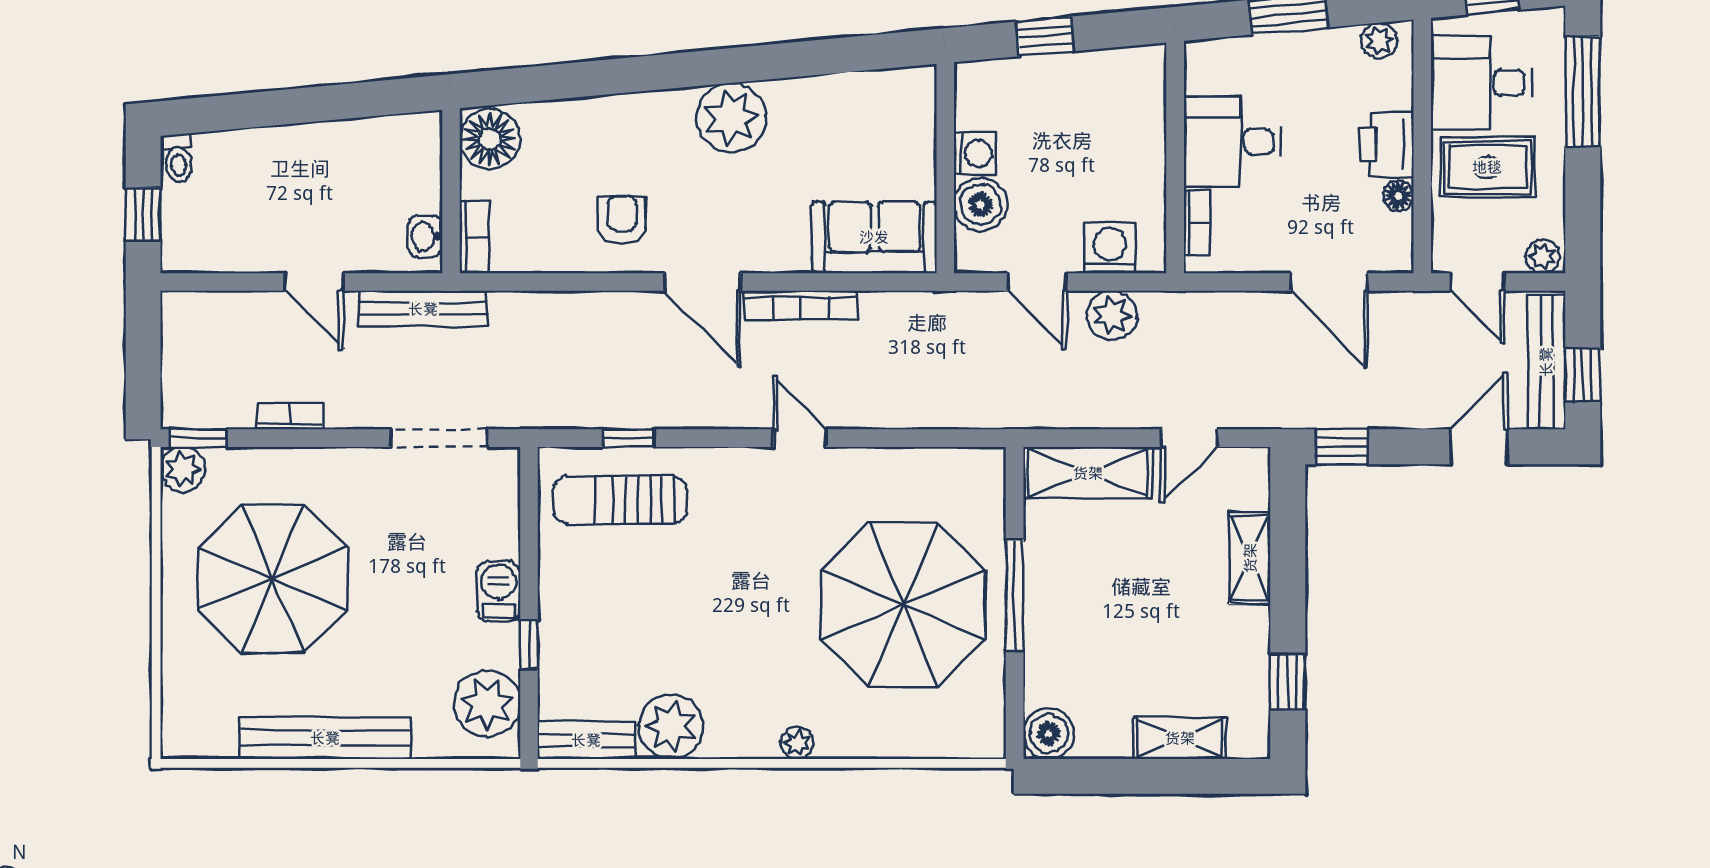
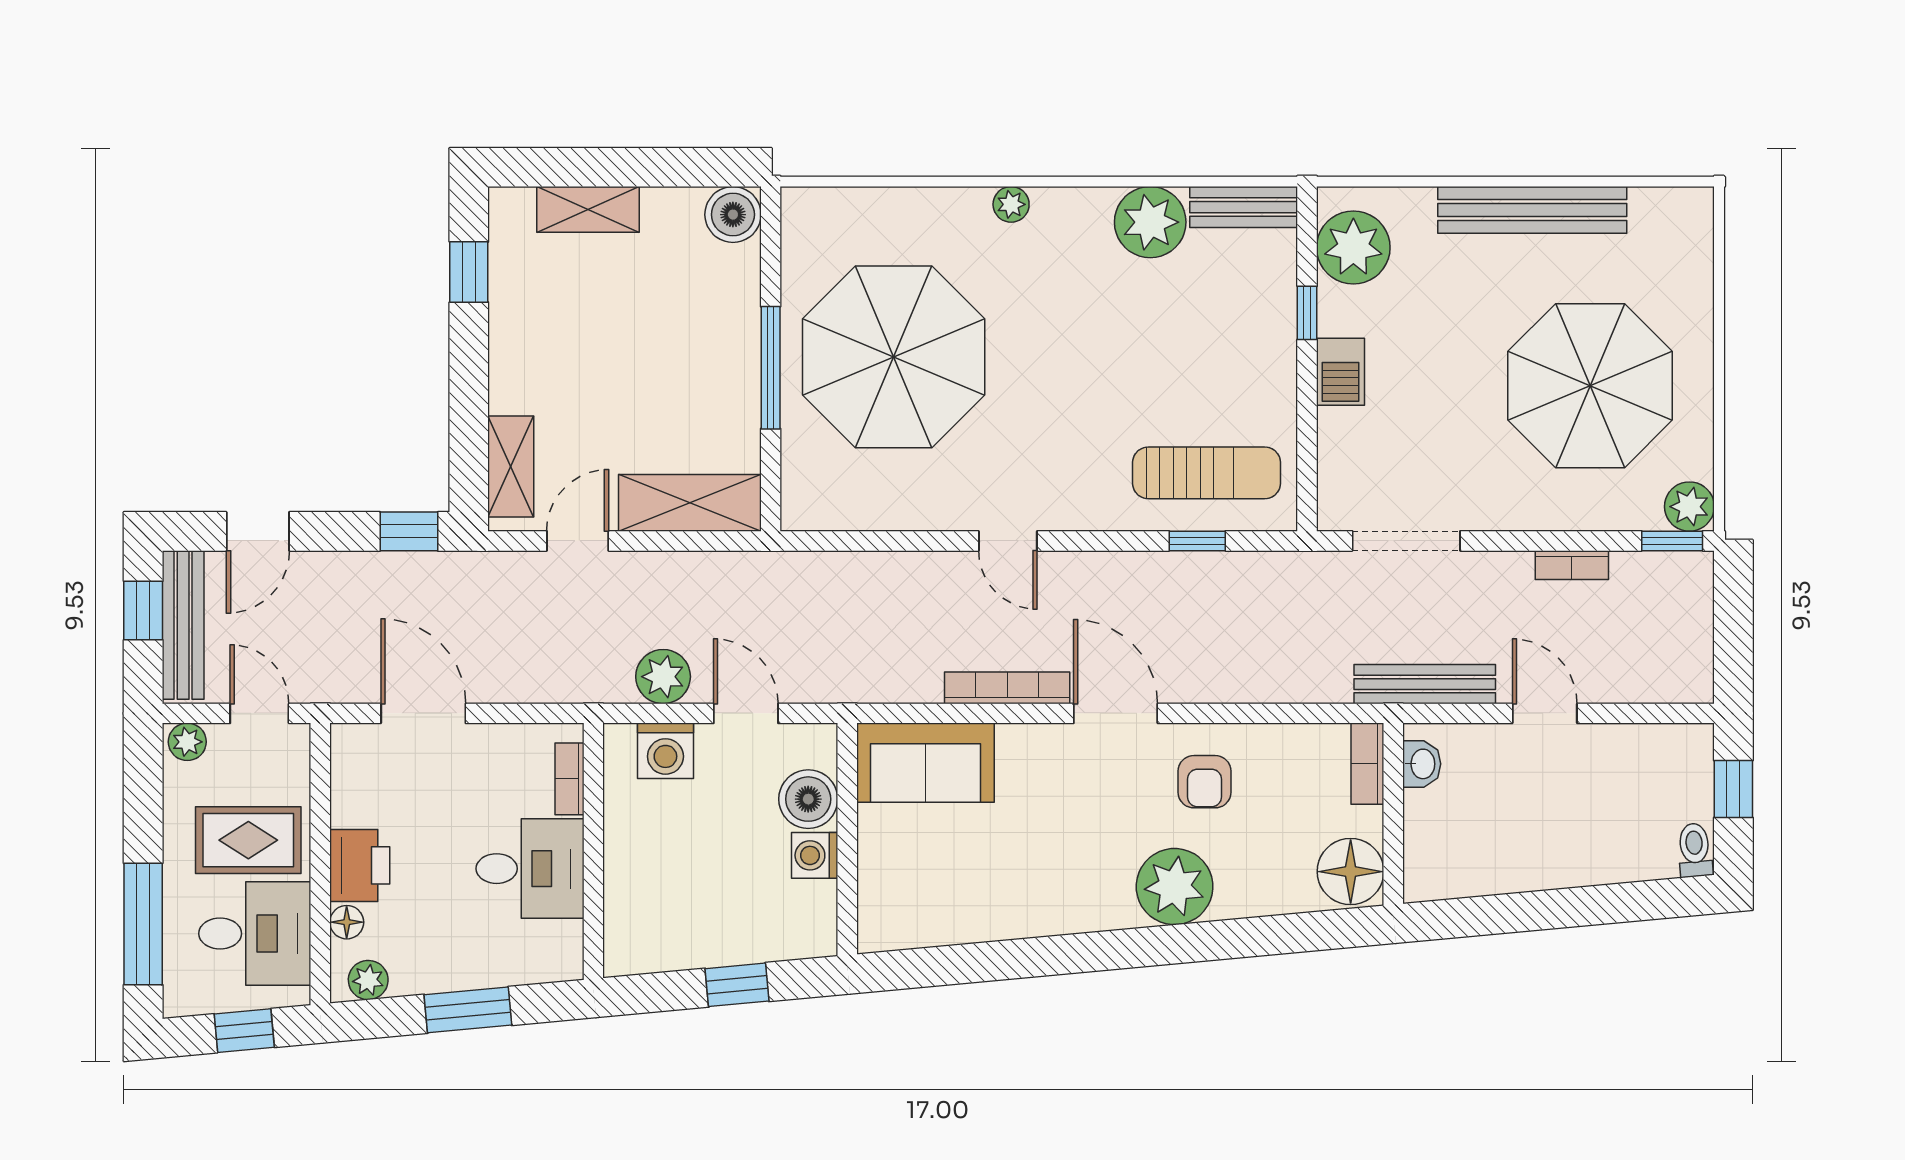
plant: (731, 118) -> (1175, 887), moved
floor lamp: (1398, 196) -> (347, 922), moved
shelving: (1250, 558) -> (511, 467), moved

